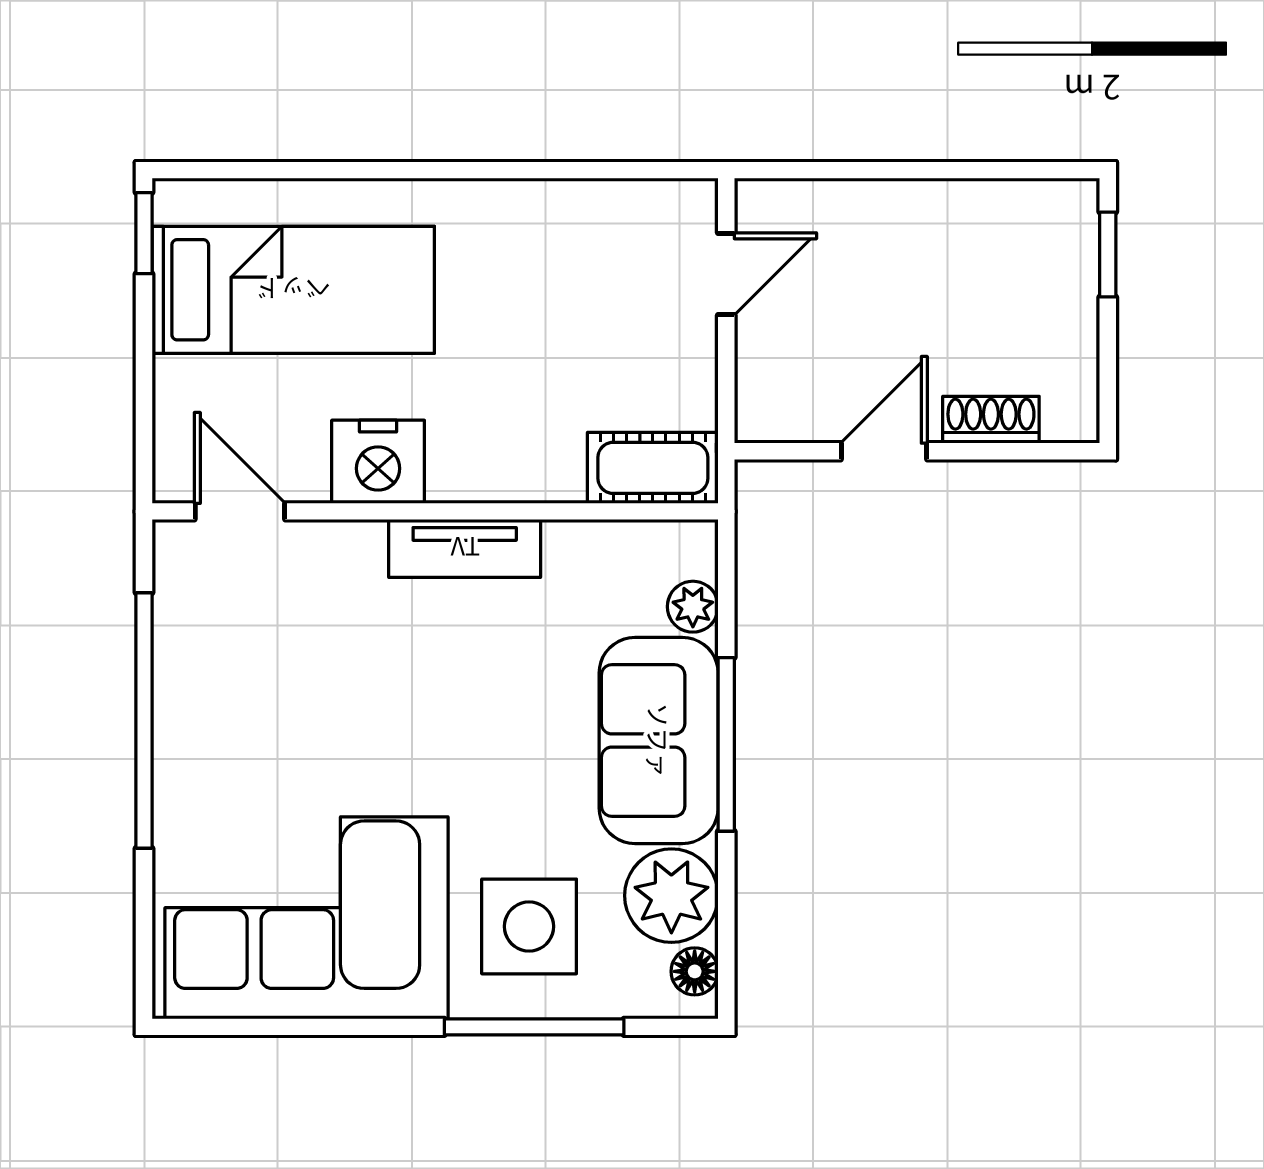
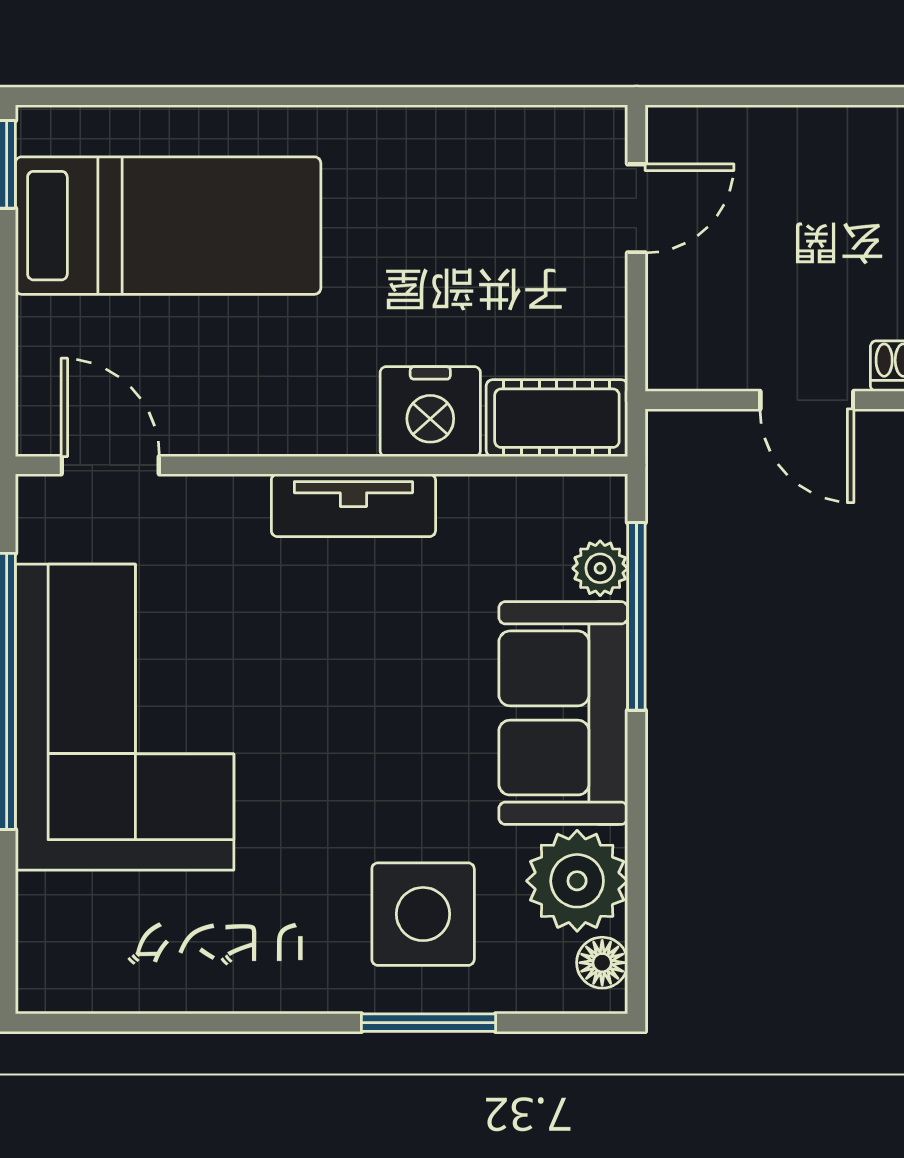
door: (884, 451) -> (807, 400), swing flipped
nightstand: (378, 462) -> (430, 412), moved
window: (726, 744) -> (636, 616), moved
corner sofa: (307, 918) -> (125, 717), moved, turned 90
window: (534, 1027) -> (429, 1023), width x0.69

